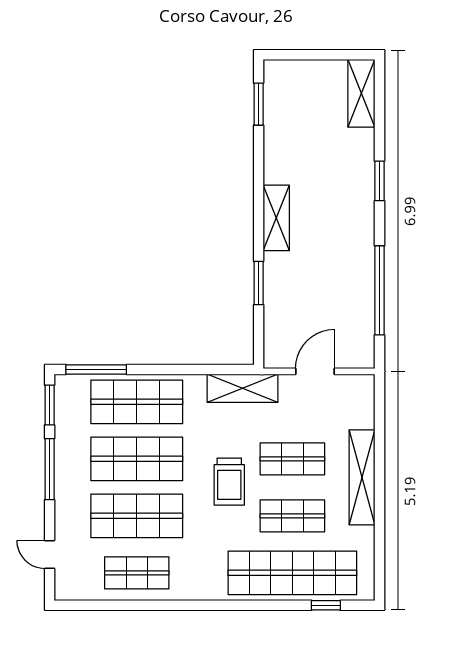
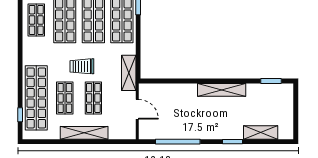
shelving: (361, 93) -> (261, 132), moved
shelving: (276, 218) -> (222, 90), width x1.47
window: (259, 283) -> (181, 81), removed

